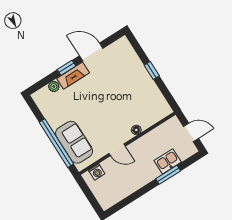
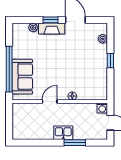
plant: (130, 54) -> (103, 39), added
door: (117, 150) -> (50, 102), swing flipped
kitchen sink: (168, 161) -> (63, 133), moved
washing machine: (97, 172) -> (102, 108), moved

